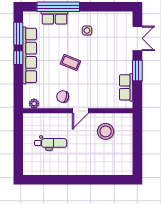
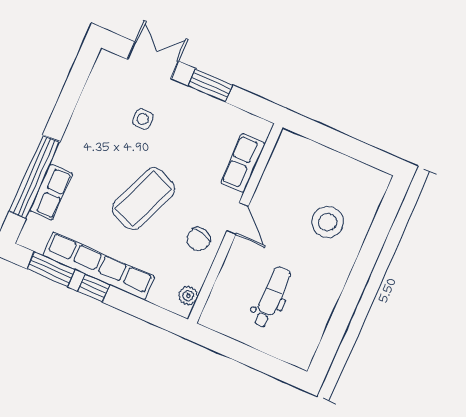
side table: (87, 31) -> (143, 119), moved
coffee table: (70, 62) -> (143, 199), width x1.86, depth x1.72
row of seats: (126, 87) -> (243, 163), moved, turned 90
stool: (106, 131) -> (328, 222), moved

